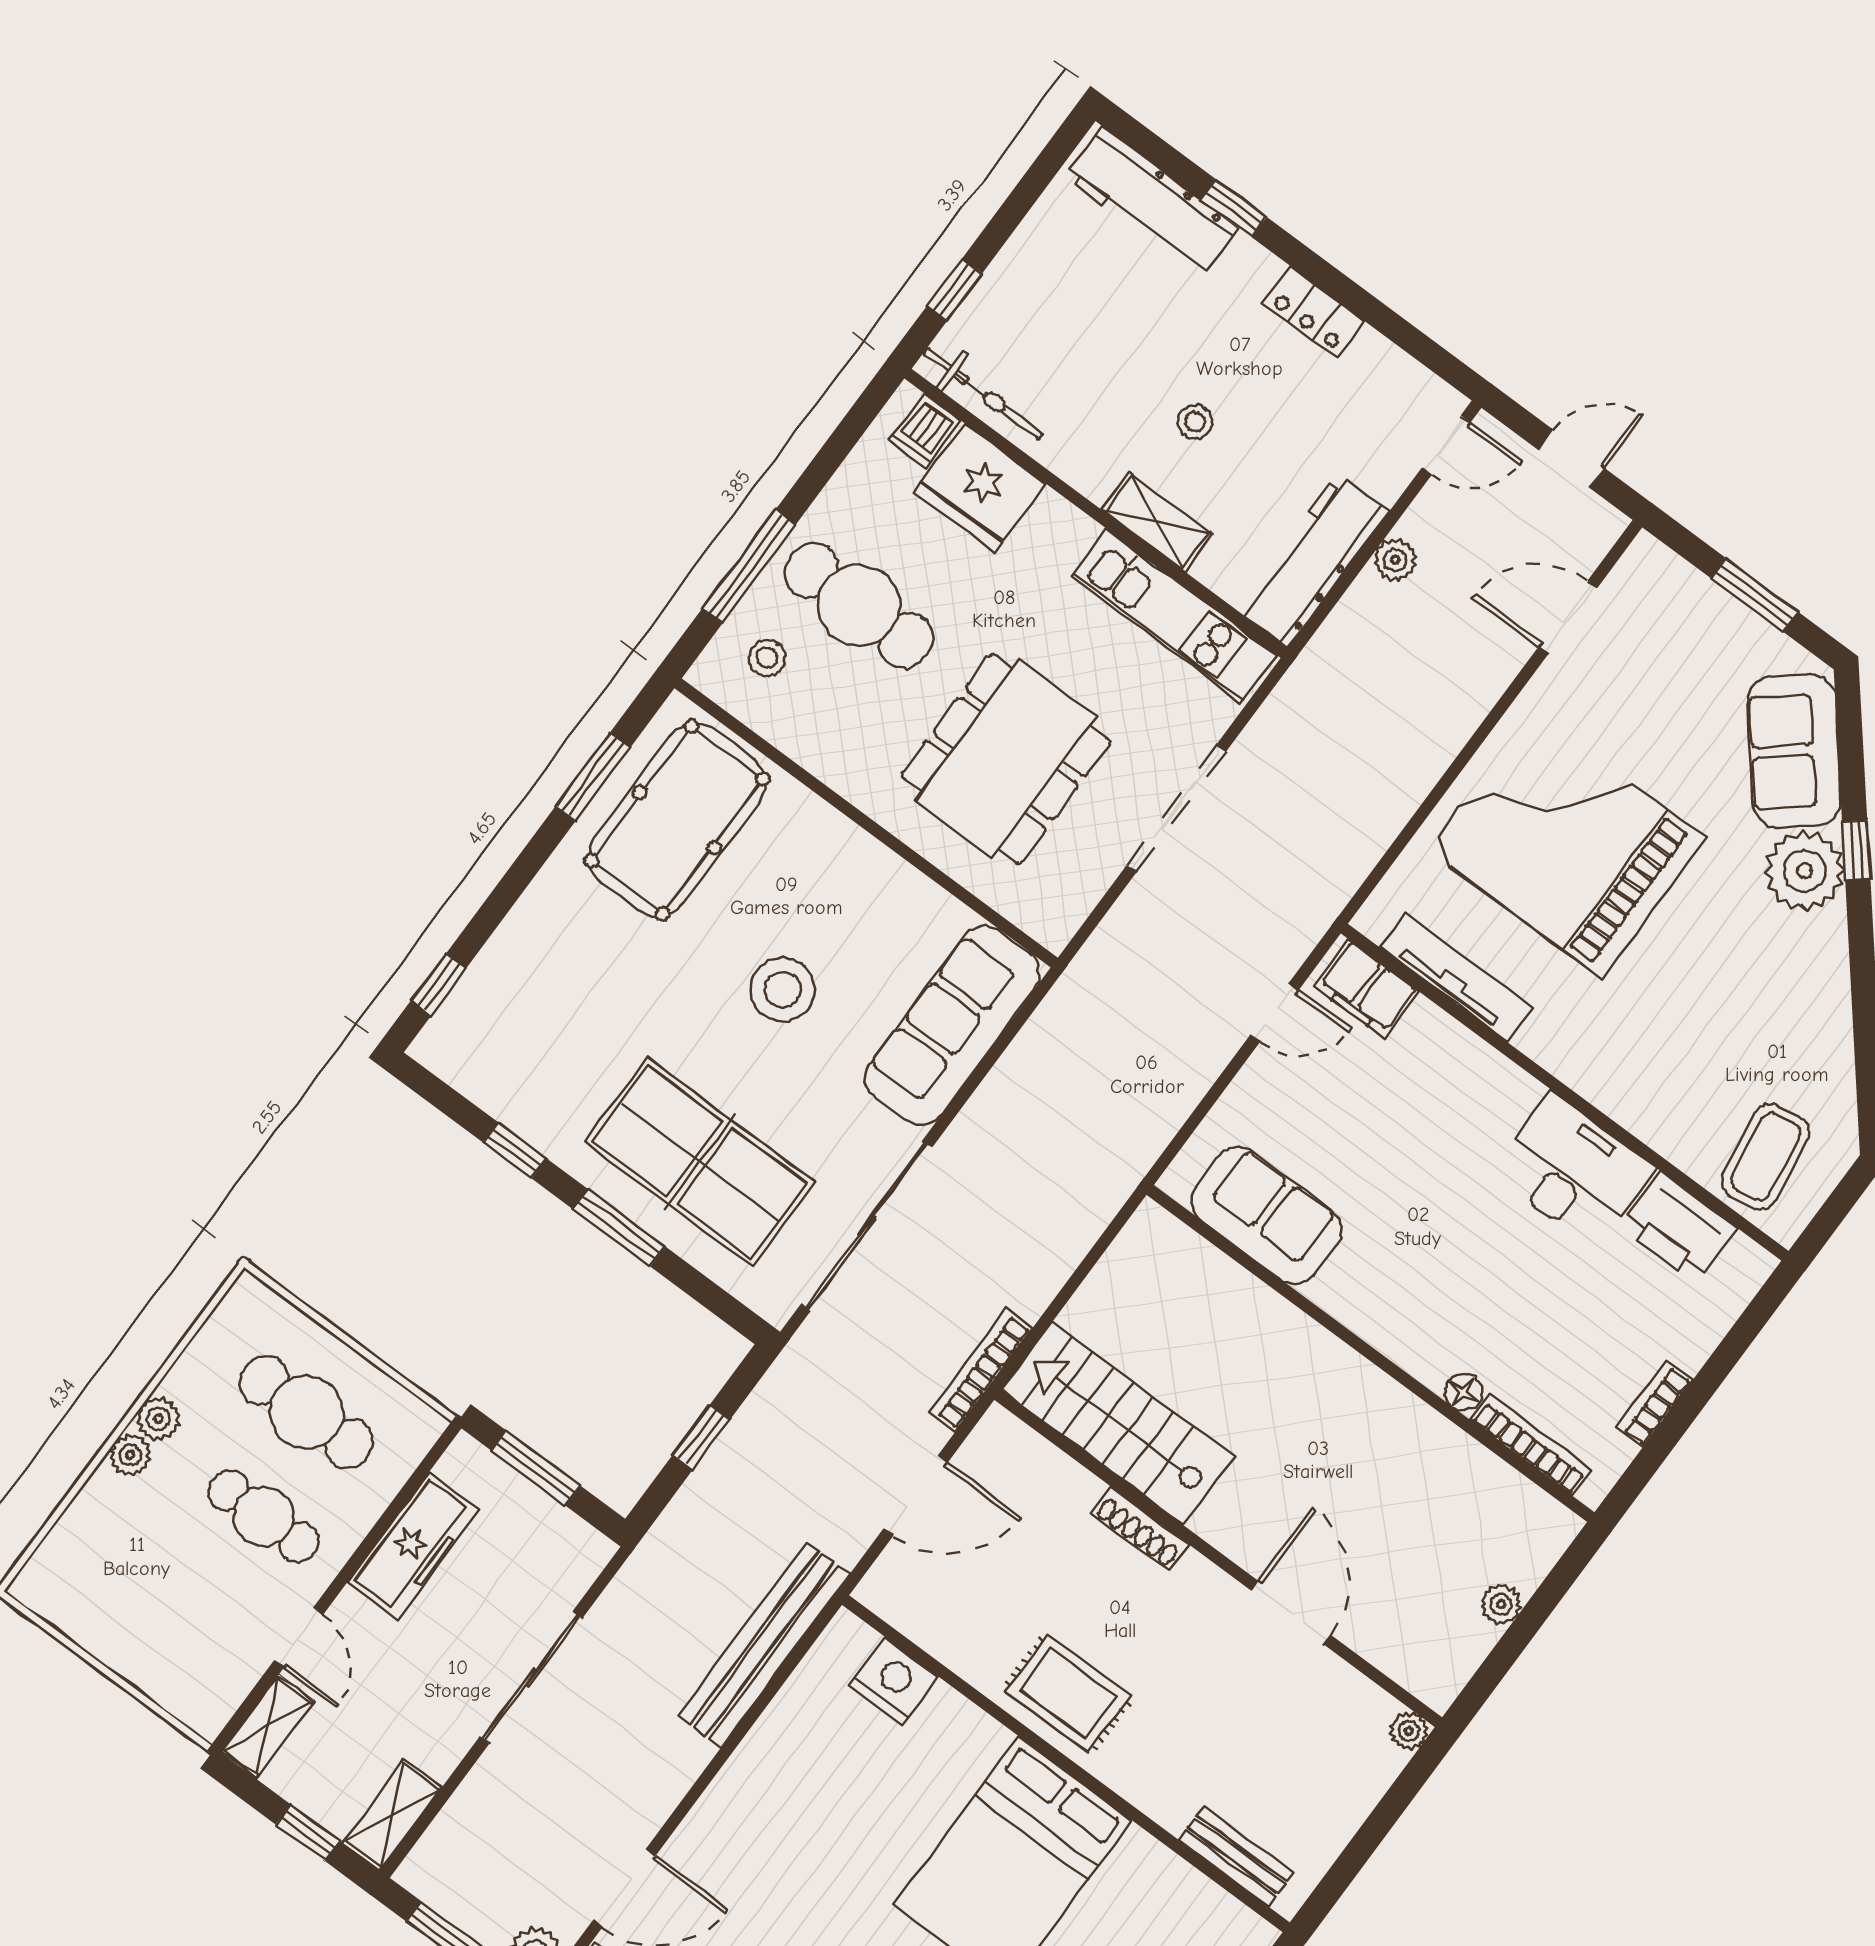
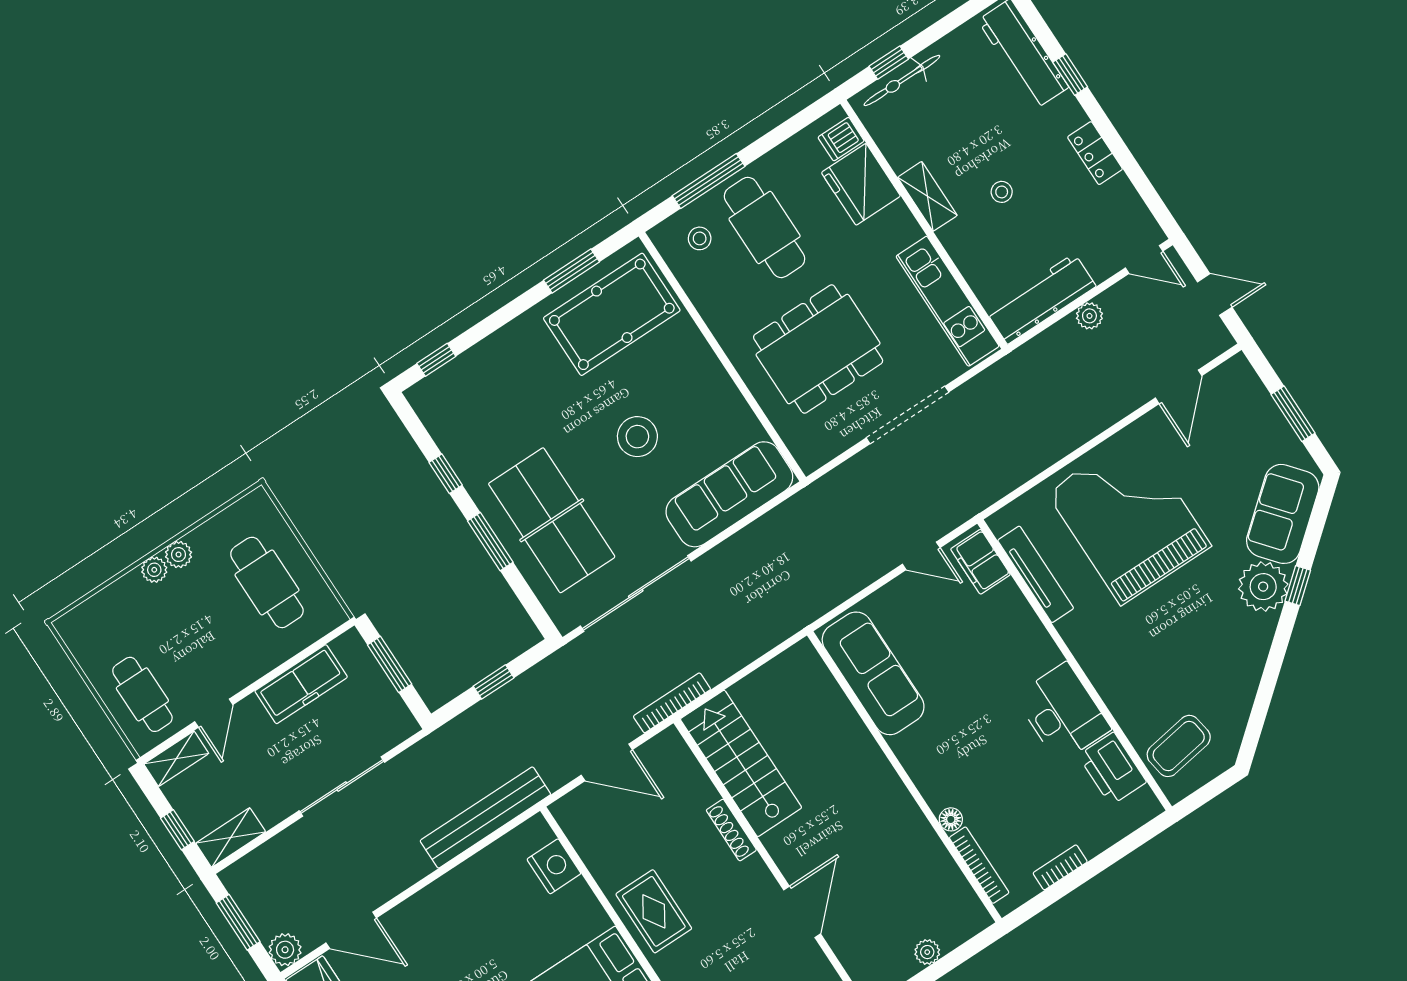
bicycle: (983, 393) -> (902, 80), moved, turned 90
shelving: (1157, 522) -> (927, 196), moved
door: (1568, 617) -> (1179, 387), swing flipped
sofa: (1267, 1215) -> (873, 673), width x1.36
cafe table: (263, 1516) -> (142, 694), moved

